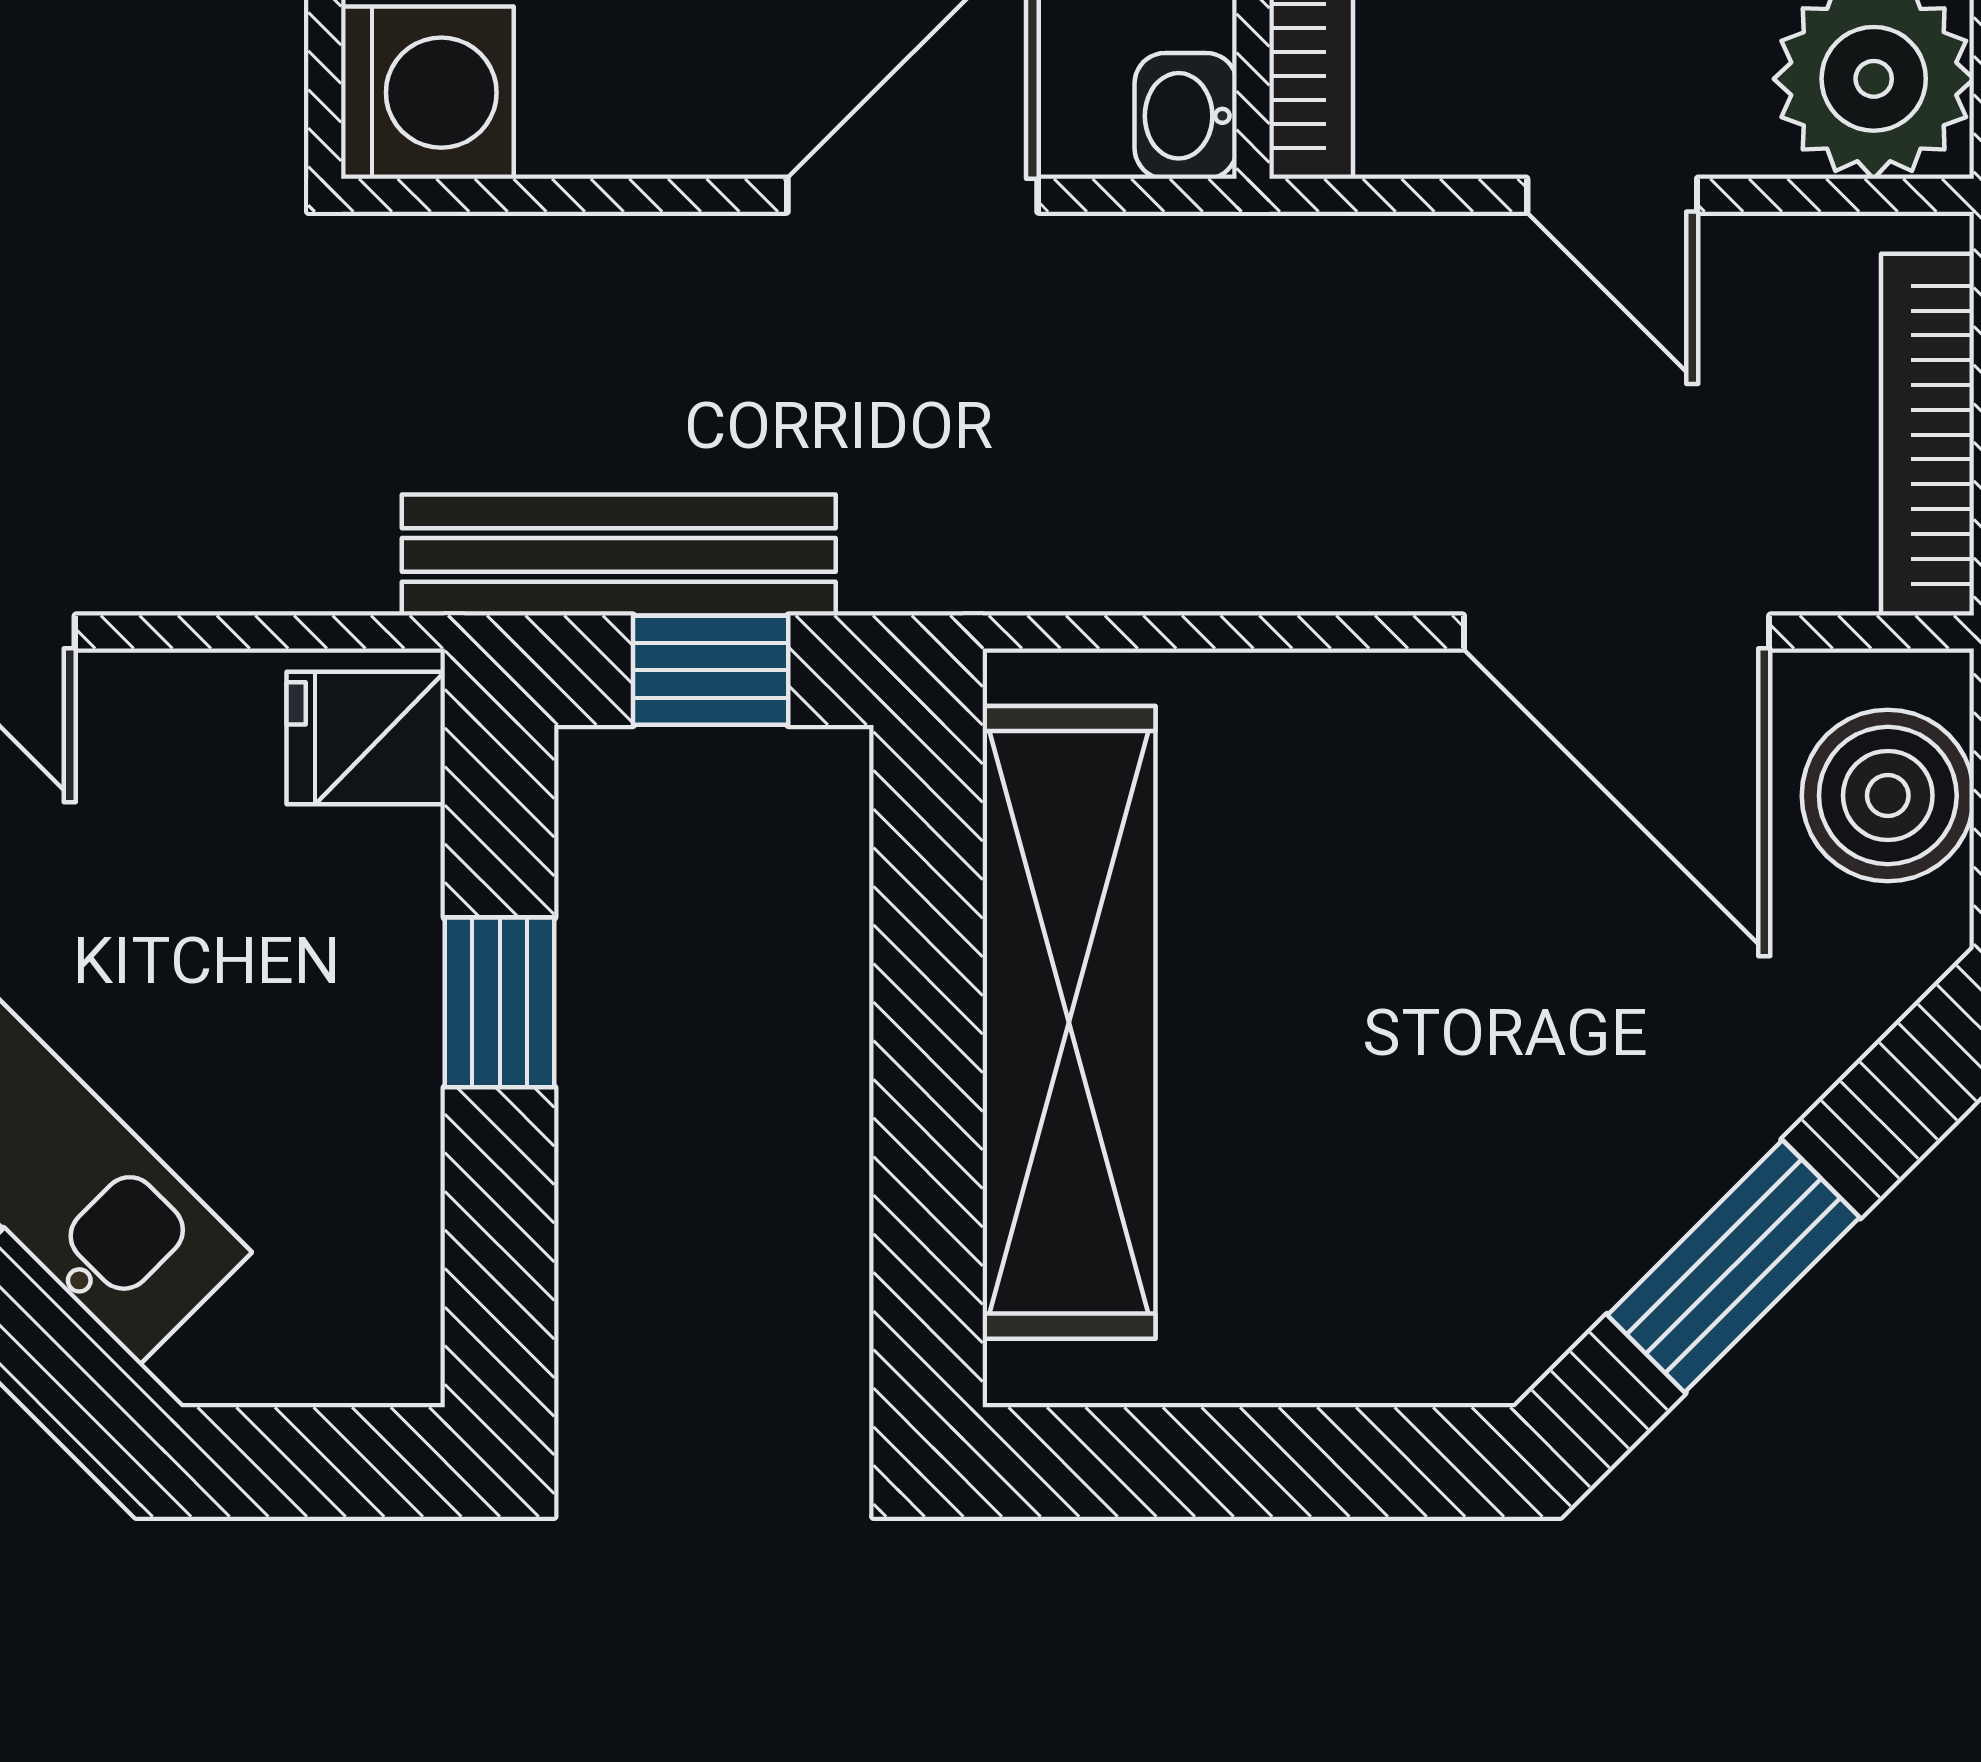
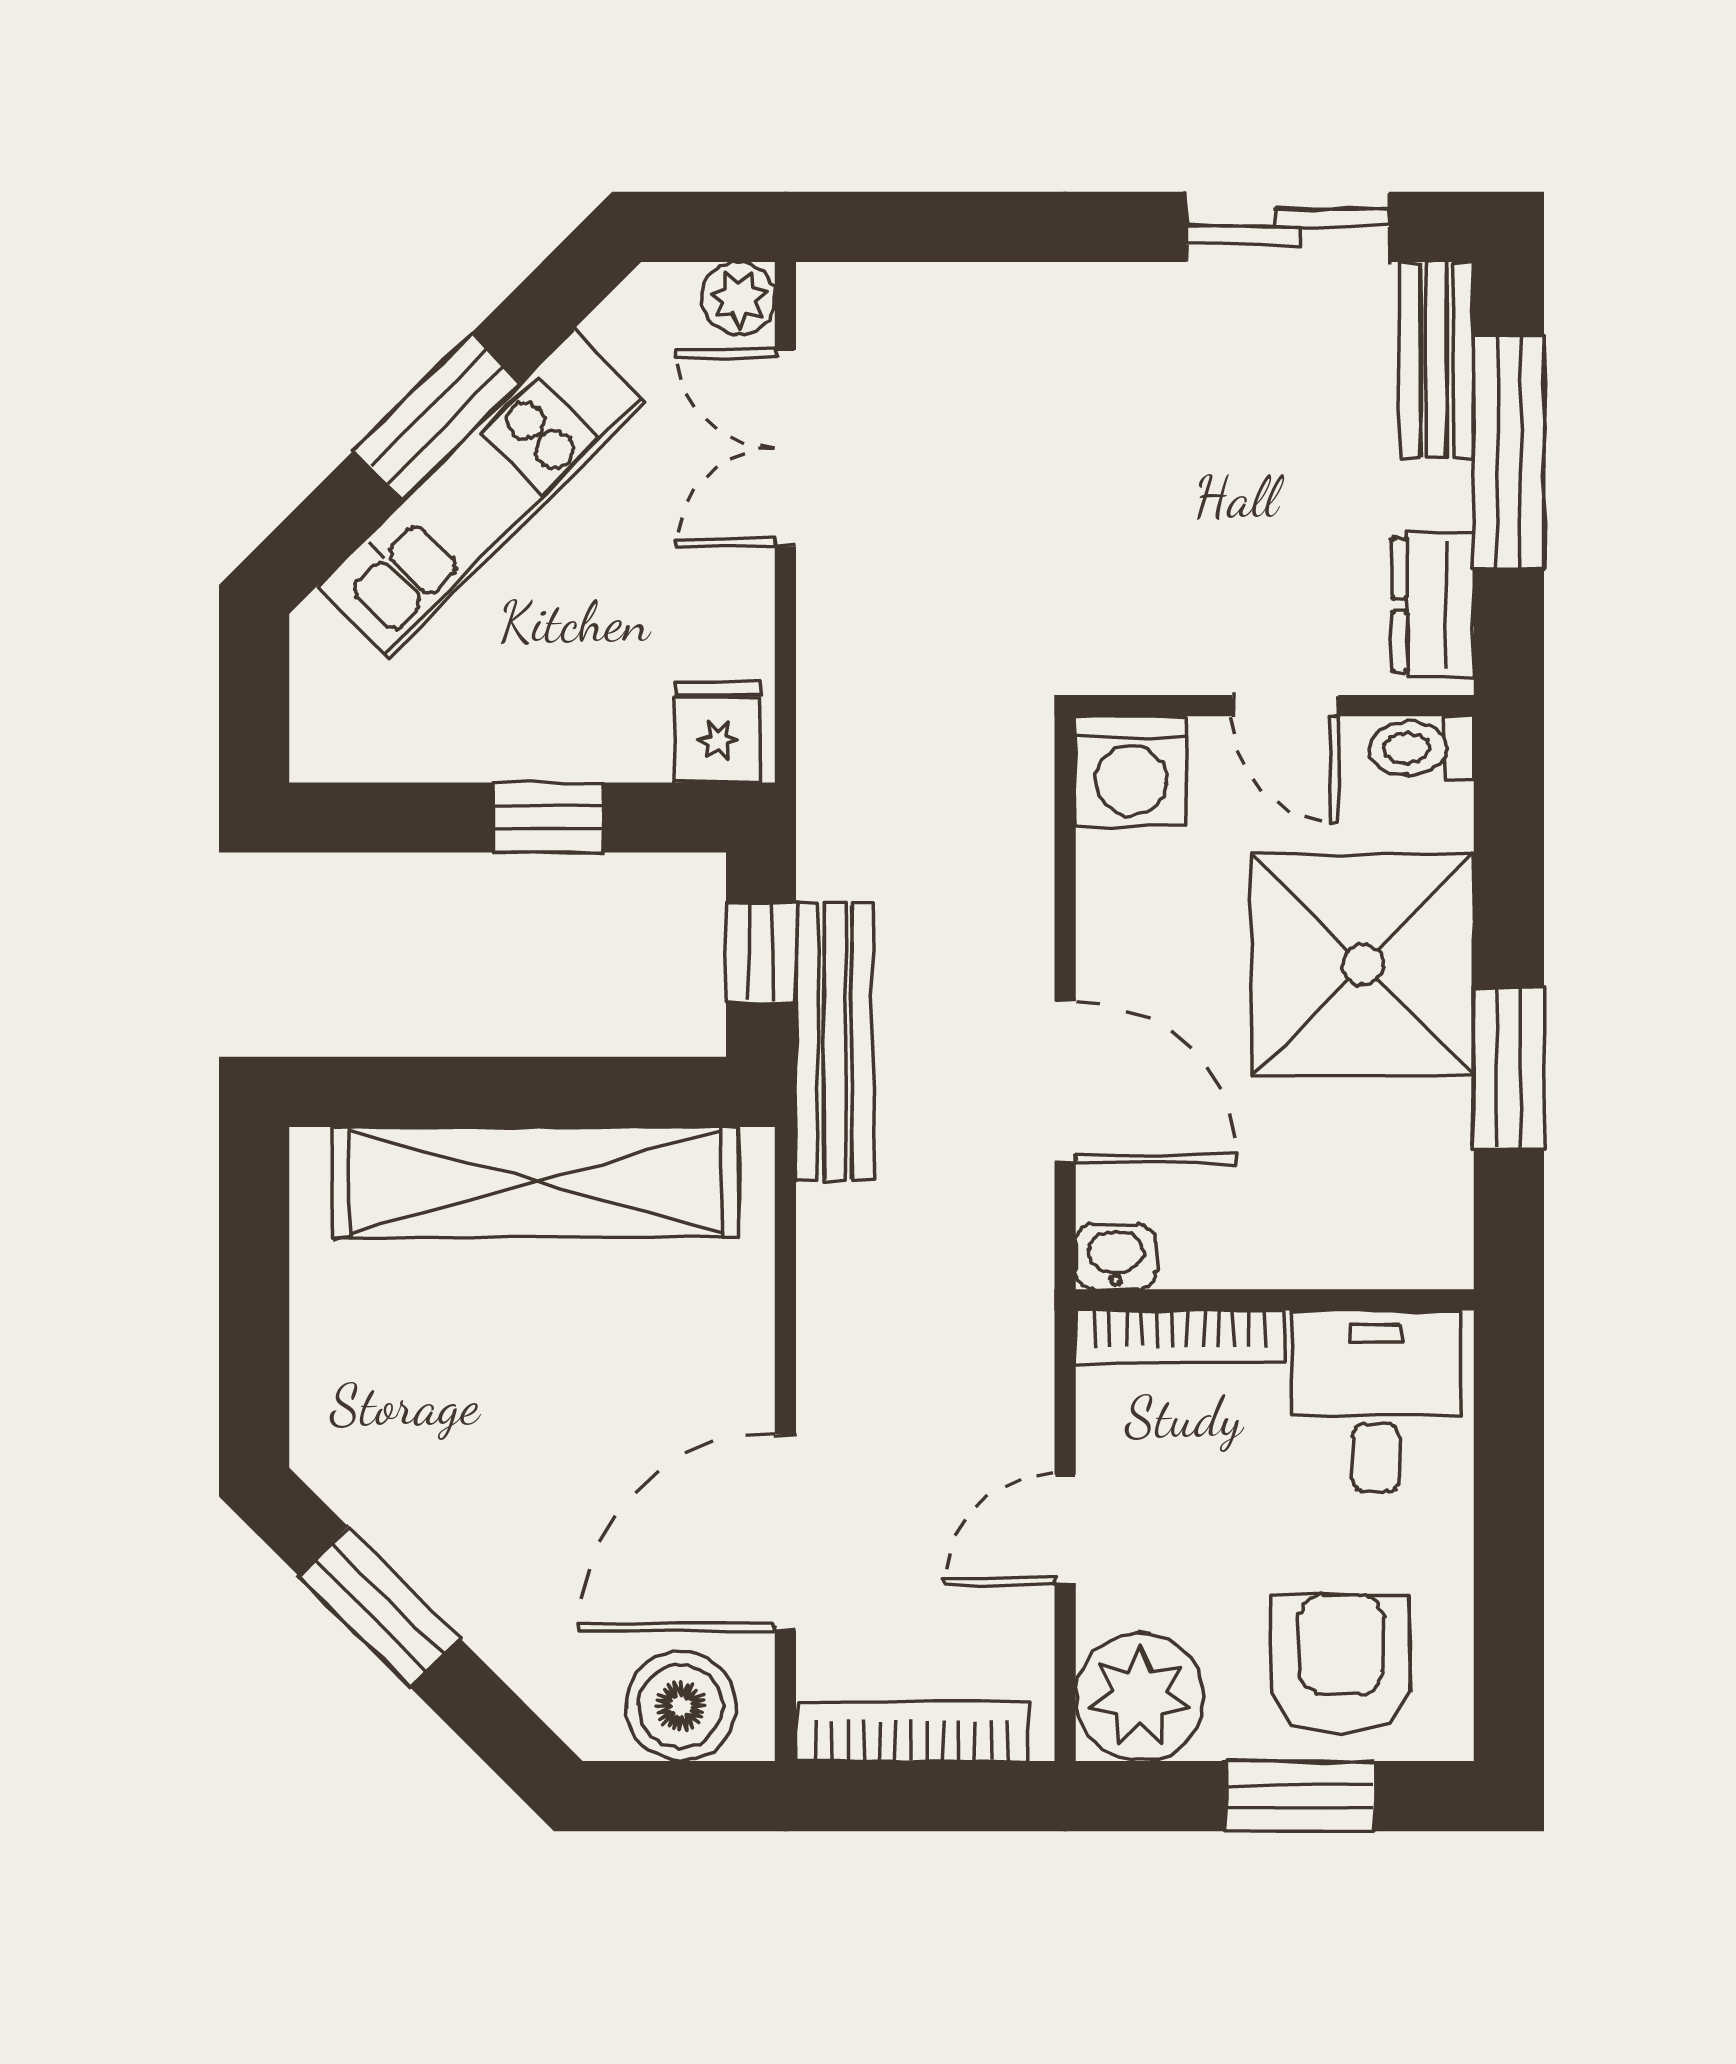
bench: (619, 555) -> (835, 1042), moved

